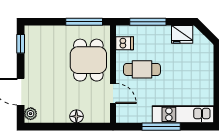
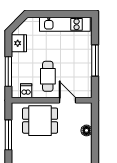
window: (84, 22) -> (8, 135), moved
door: (113, 93) -> (68, 100), hinge flipped
kitchen unit: (183, 114) -> (65, 24), moved, turned -90

